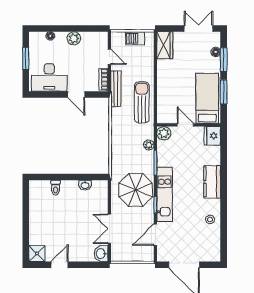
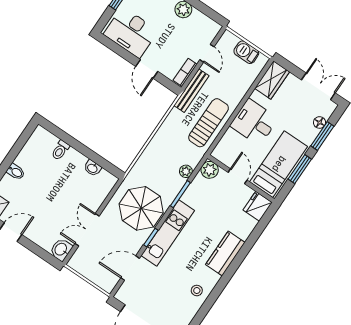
desk: (172, 81) -> (254, 122), added
bidet: (36, 222) -> (16, 172), added

